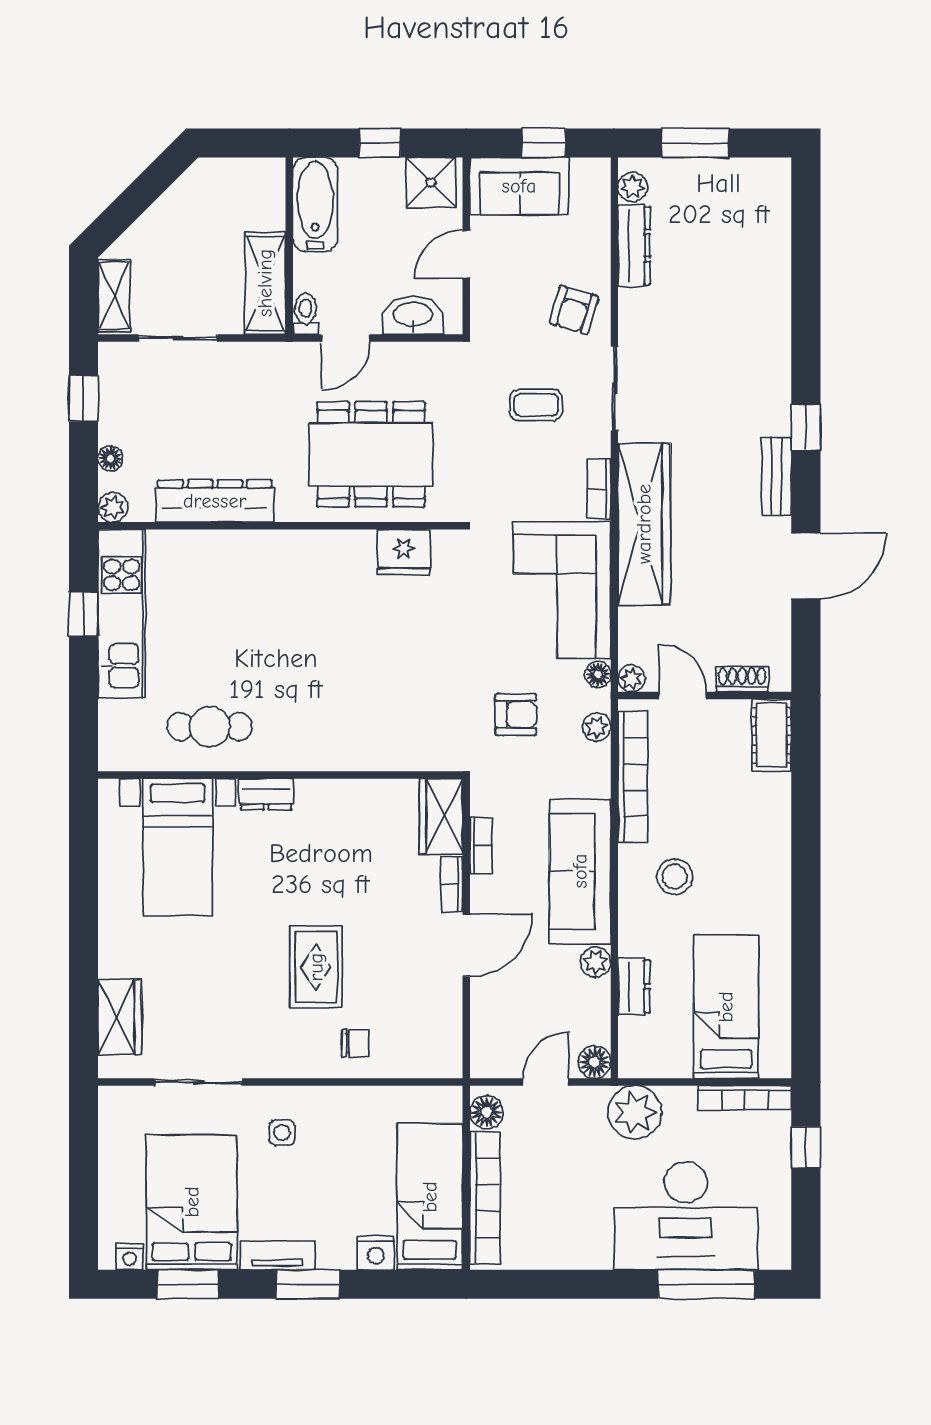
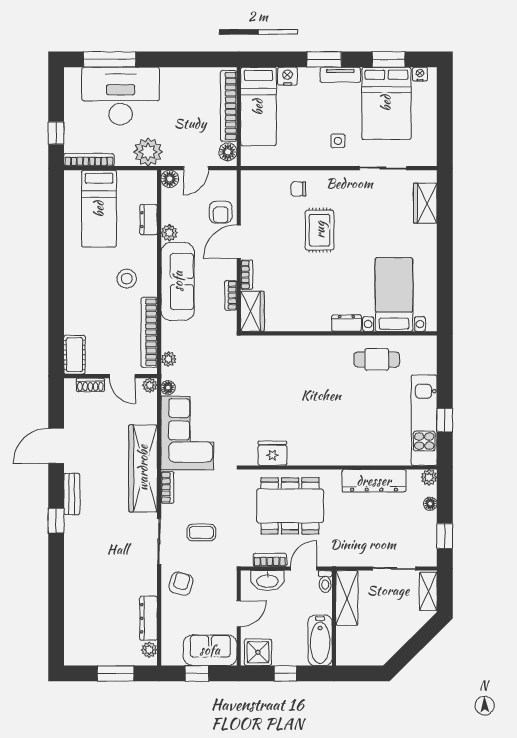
bookcase: (408, 354) -> (270, 560), added
armchair: (516, 714) -> (221, 212), moved, turned -90

